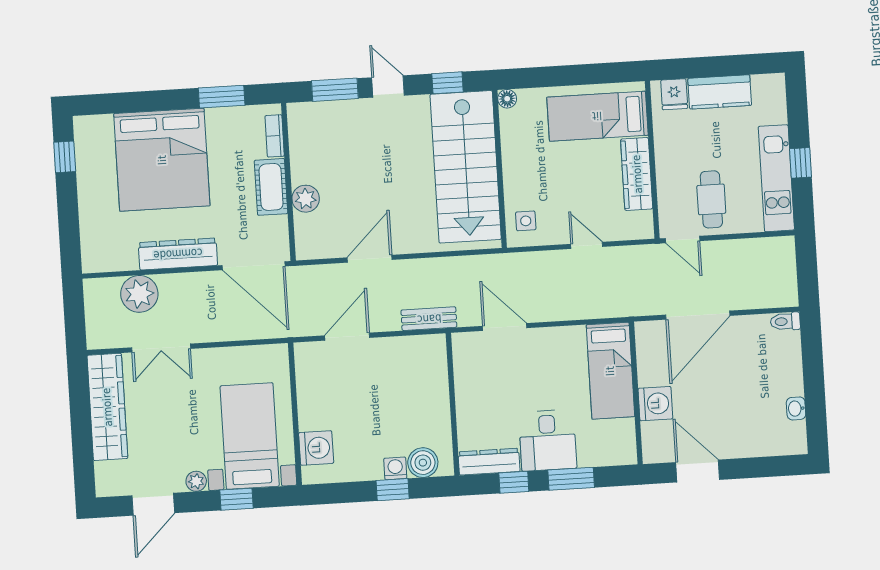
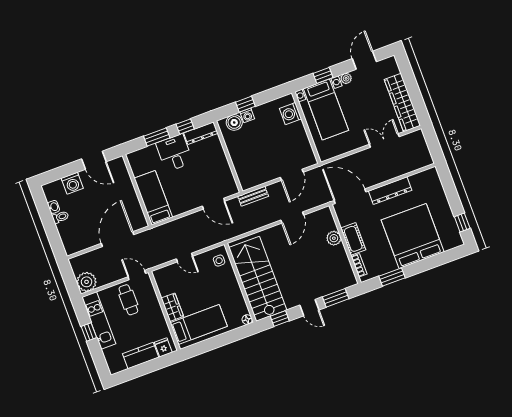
wardrobe: (637, 174) -> (172, 307), width x0.67
plant: (139, 294) -> (87, 282), moved
toilet: (785, 321) -> (60, 217), moved
washing machine: (655, 404) -> (72, 183), moved, turned -90

